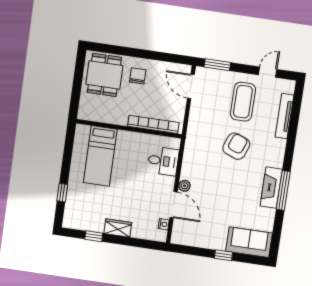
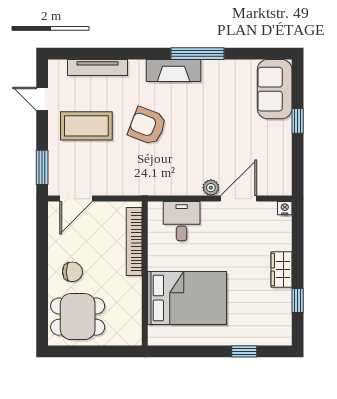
chair: (138, 76) -> (72, 272), turned 180
bed: (100, 156) -> (187, 298), width x1.50
fireplace: (271, 188) -> (174, 71), moved
nightstand: (164, 224) -> (285, 208), moved

